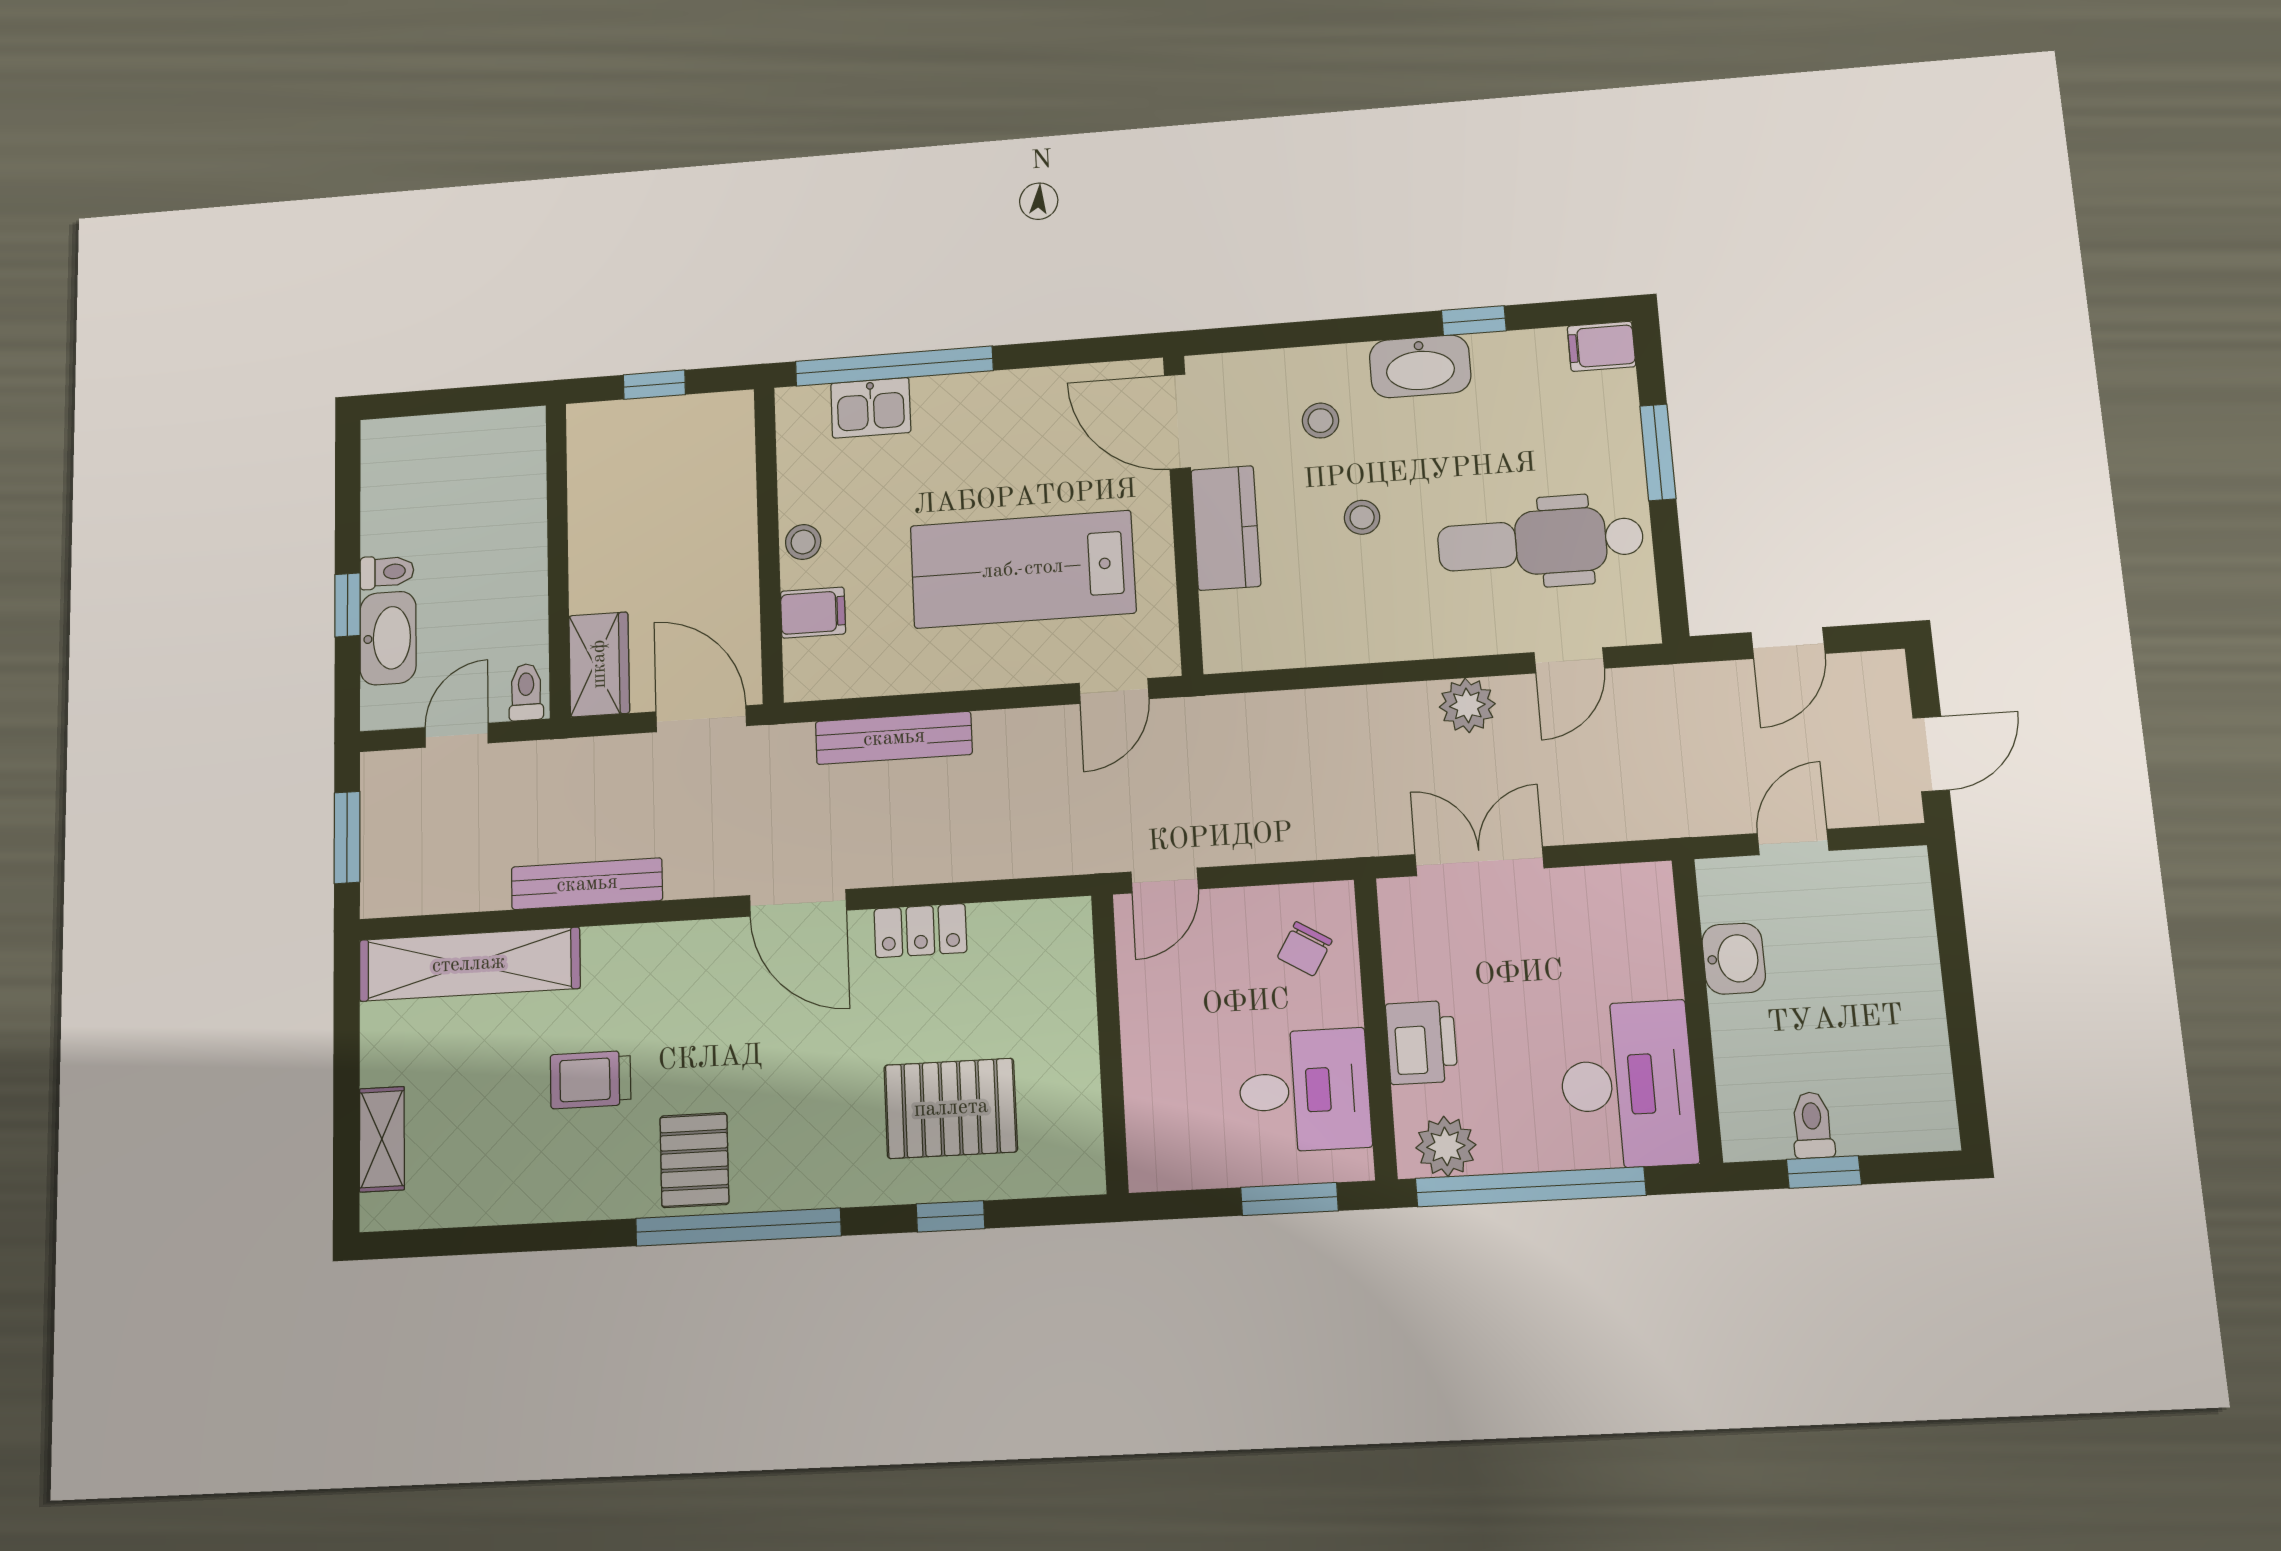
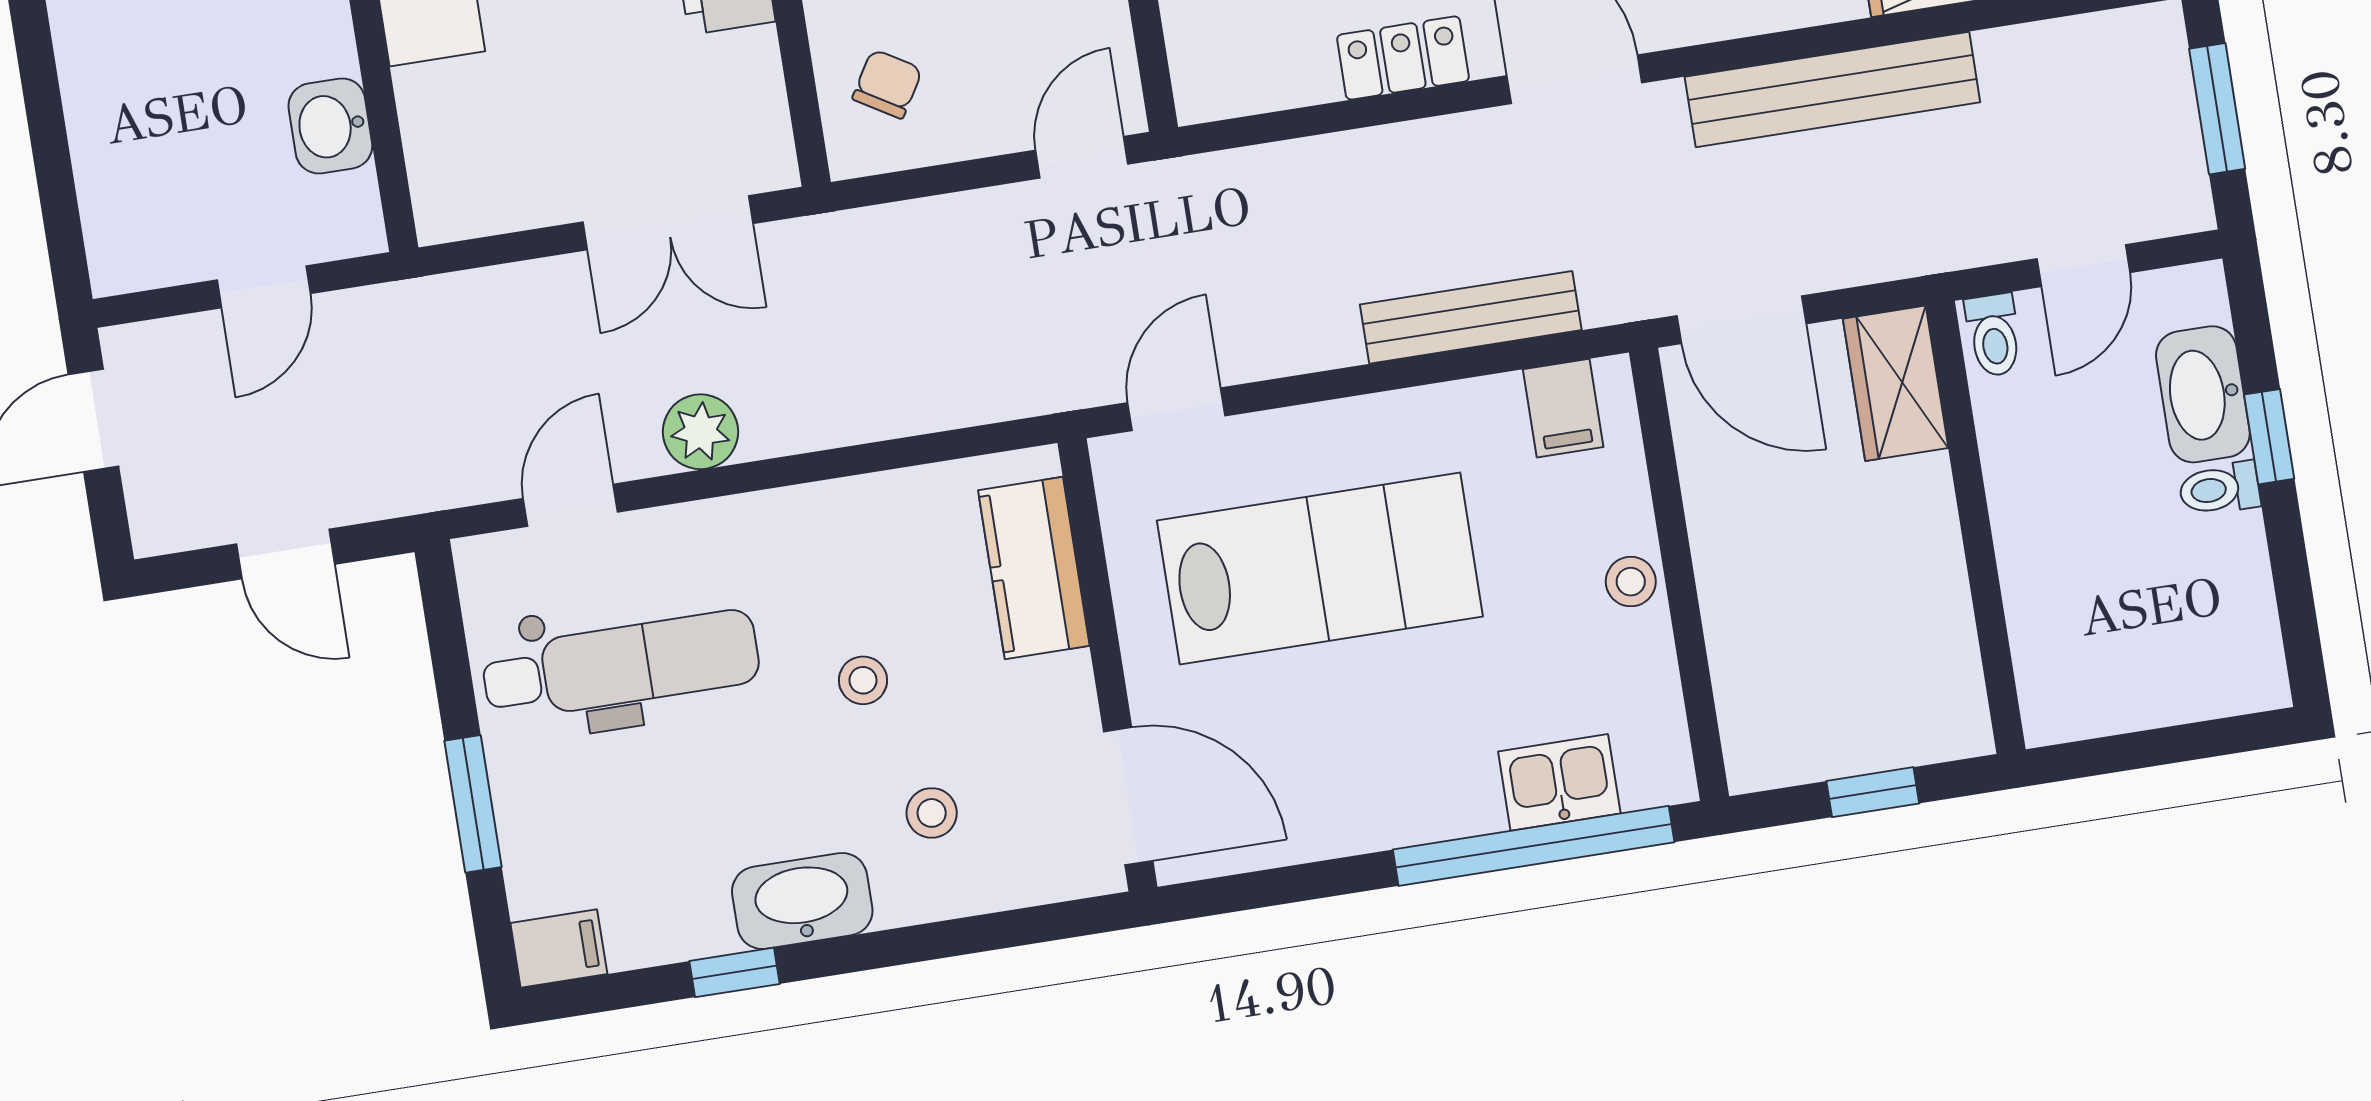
kitchen counter: (1226, 528) -> (1034, 568), moved
filing cabinet: (813, 613) -> (1563, 408), moved, turned -90
door: (1788, 643) -> (285, 554), swing flipped
bench: (587, 884) -> (1832, 89), width x1.37, depth x1.21

